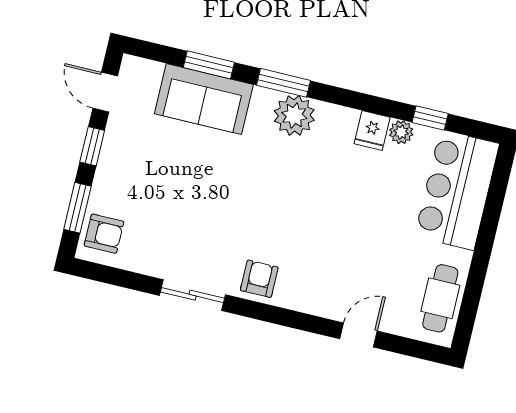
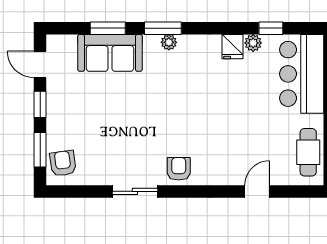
plant: (294, 115) -> (169, 42), width x0.53, depth x0.53
armchair: (104, 234) -> (63, 163), turned -98

